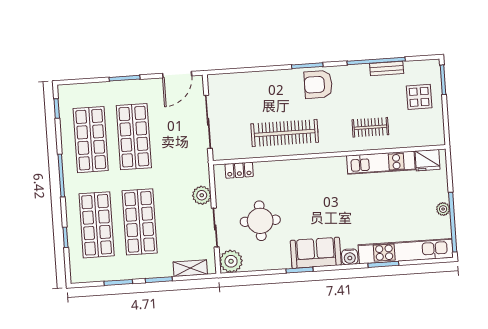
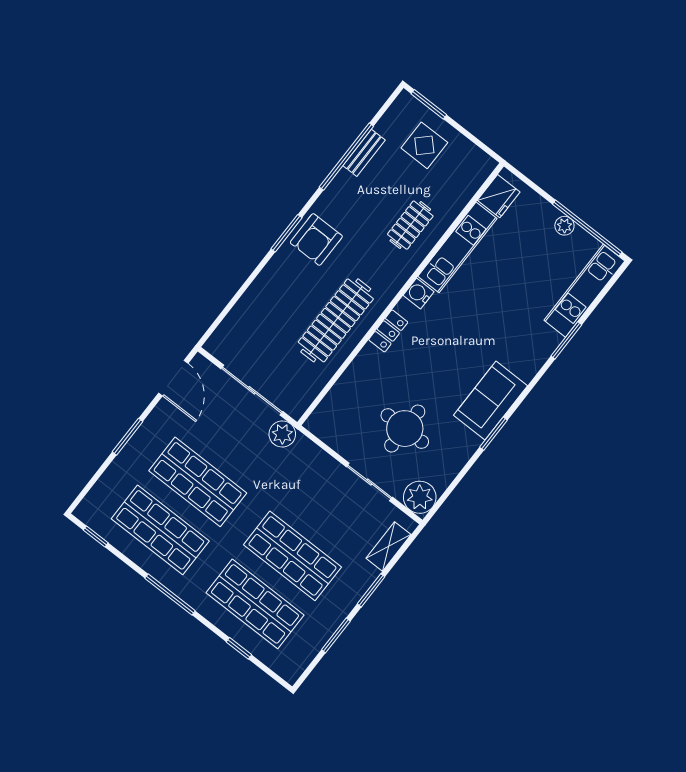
locker: (239, 170) -> (388, 331), moved
plant: (202, 195) -> (282, 434), moved
kitchen unit: (406, 251) -> (584, 291), width x0.73
water cooler: (350, 257) -> (419, 293), moved, turned 180

